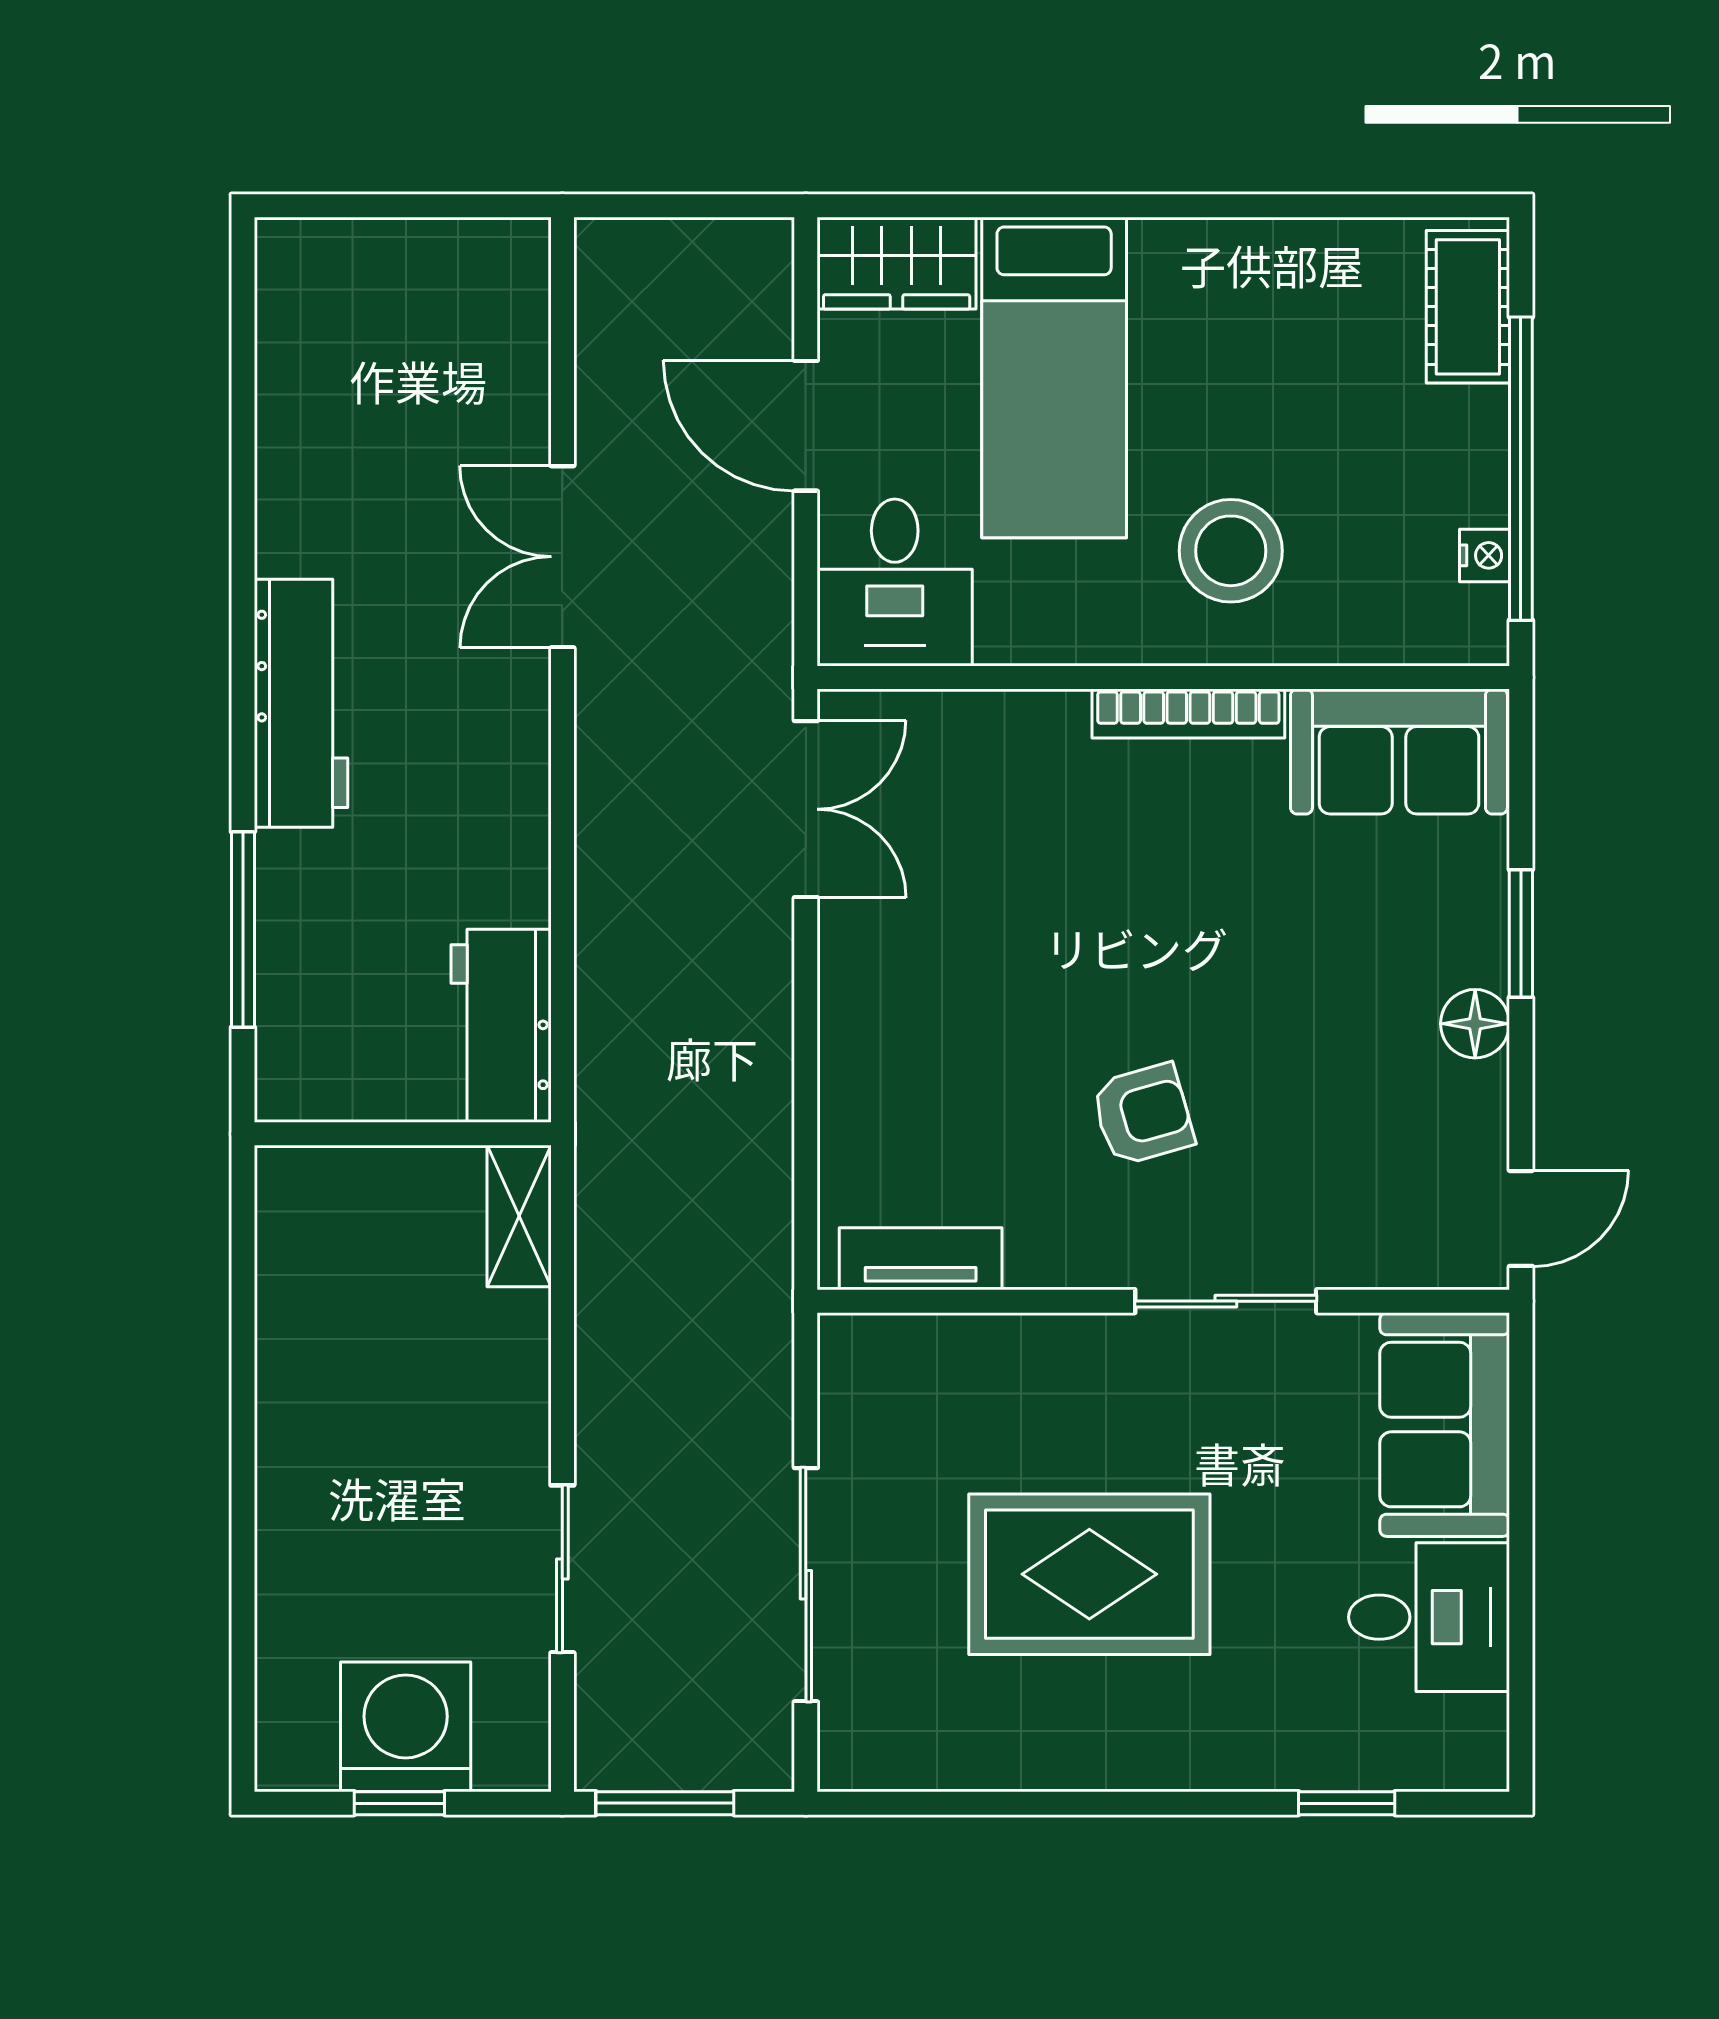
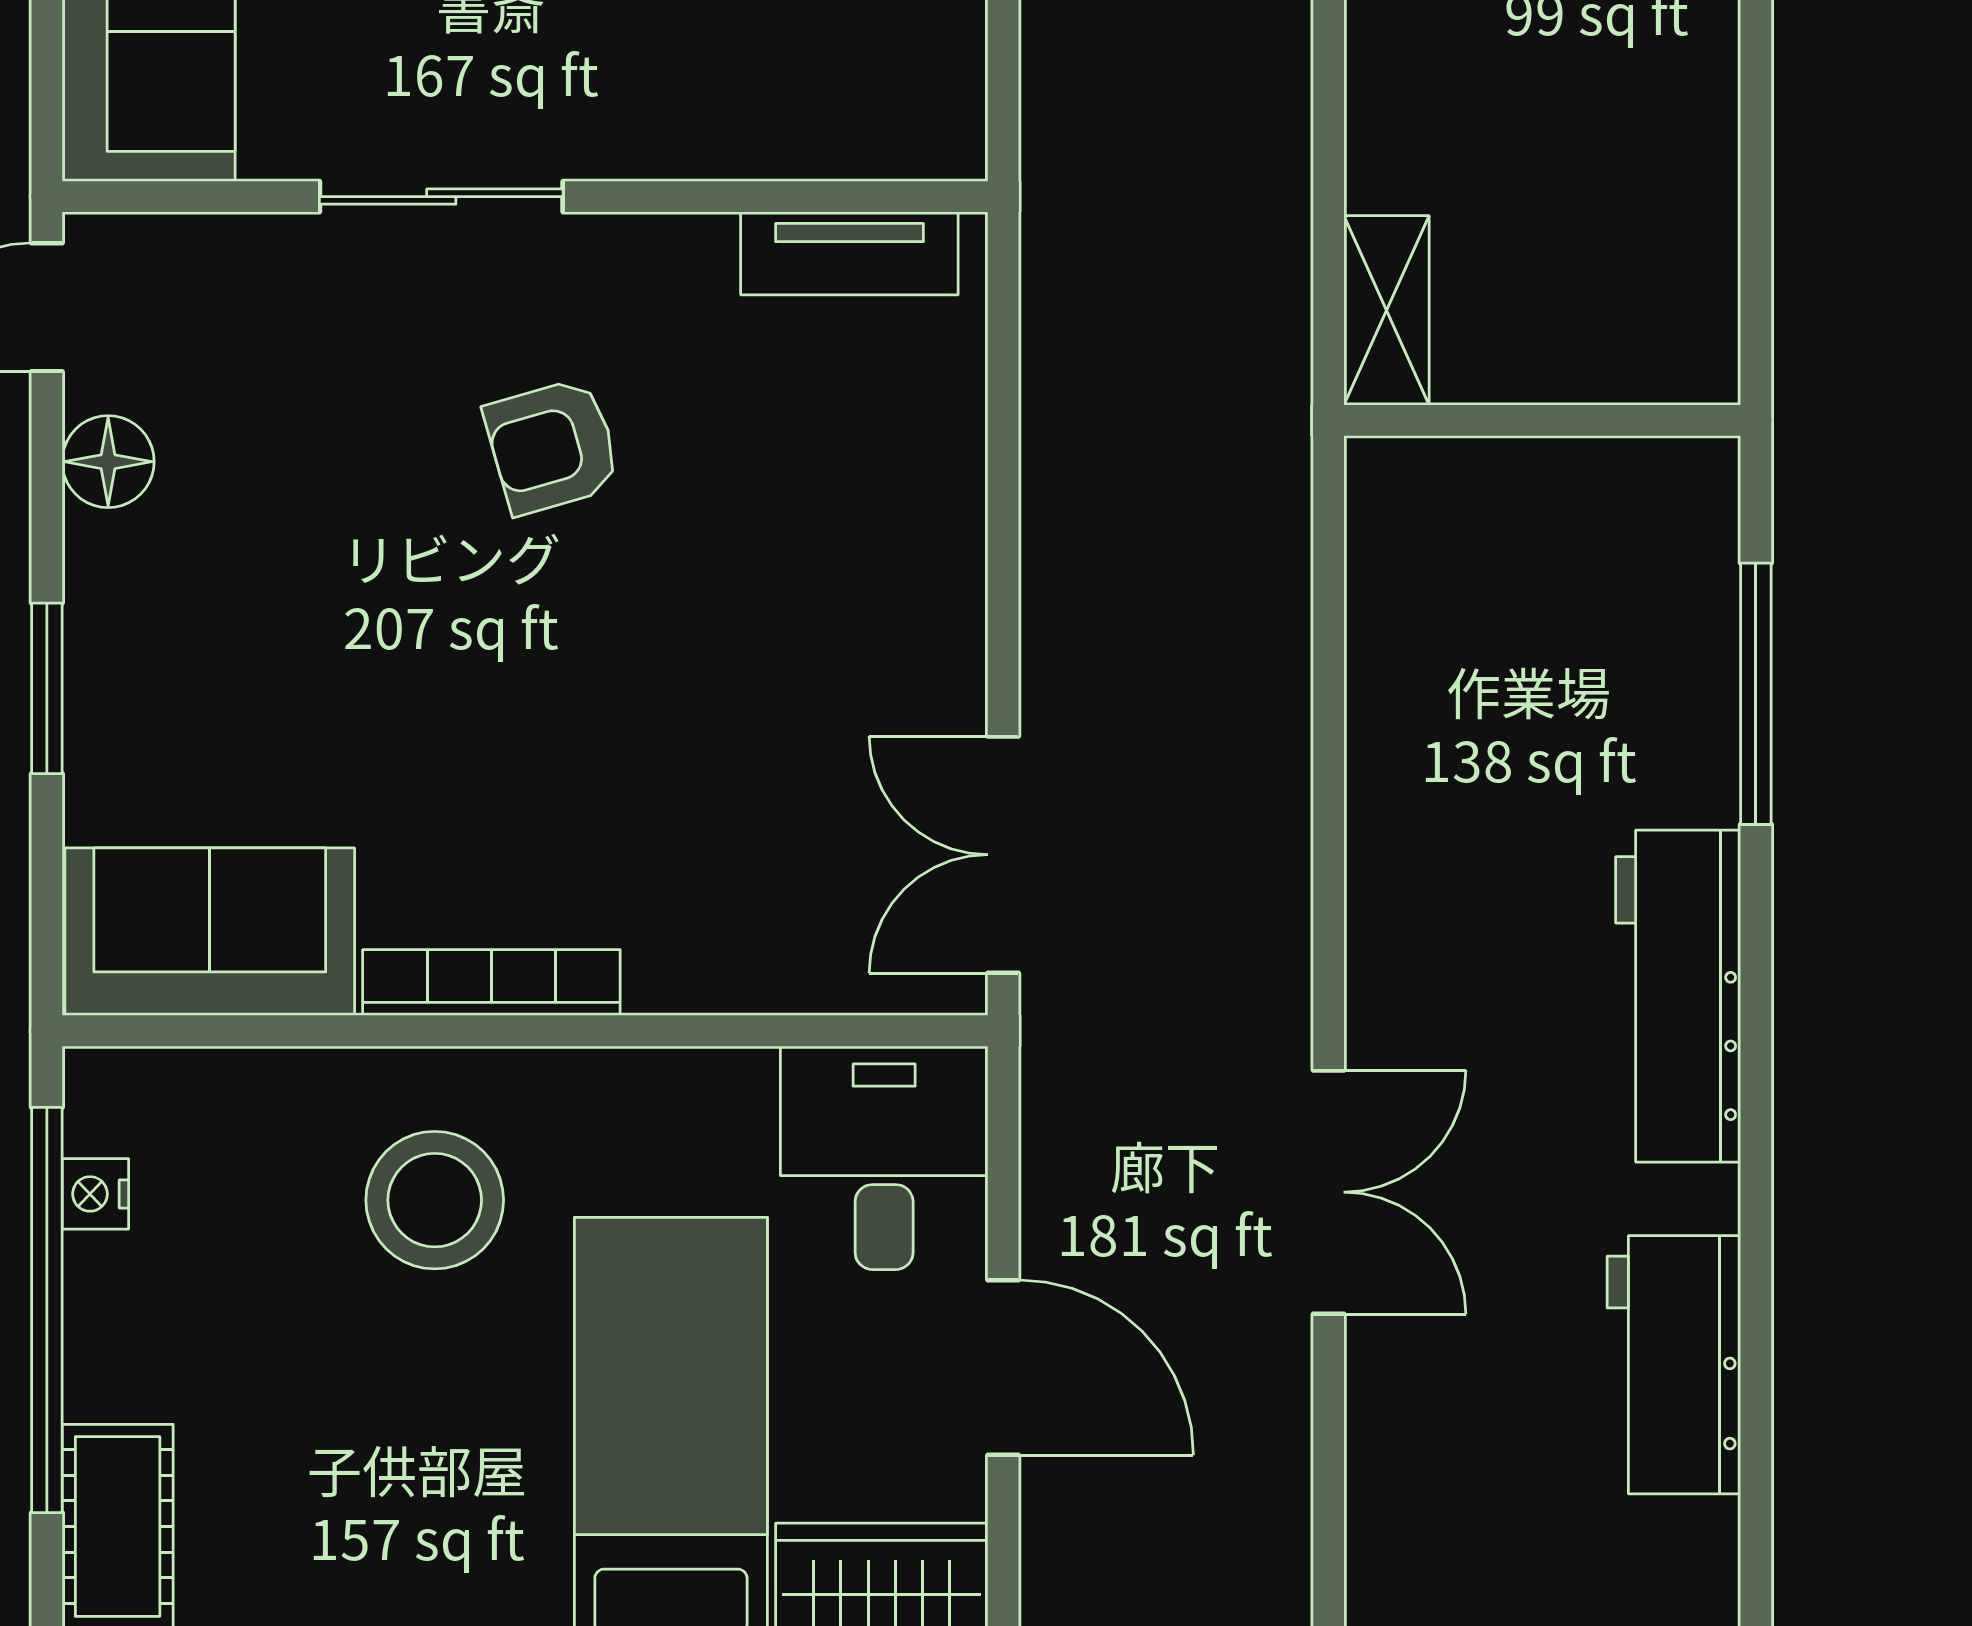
floor lamp: (1475, 1024) -> (108, 462), moved
workbench: (501, 1026) -> (1674, 1365), moved, turned 180

